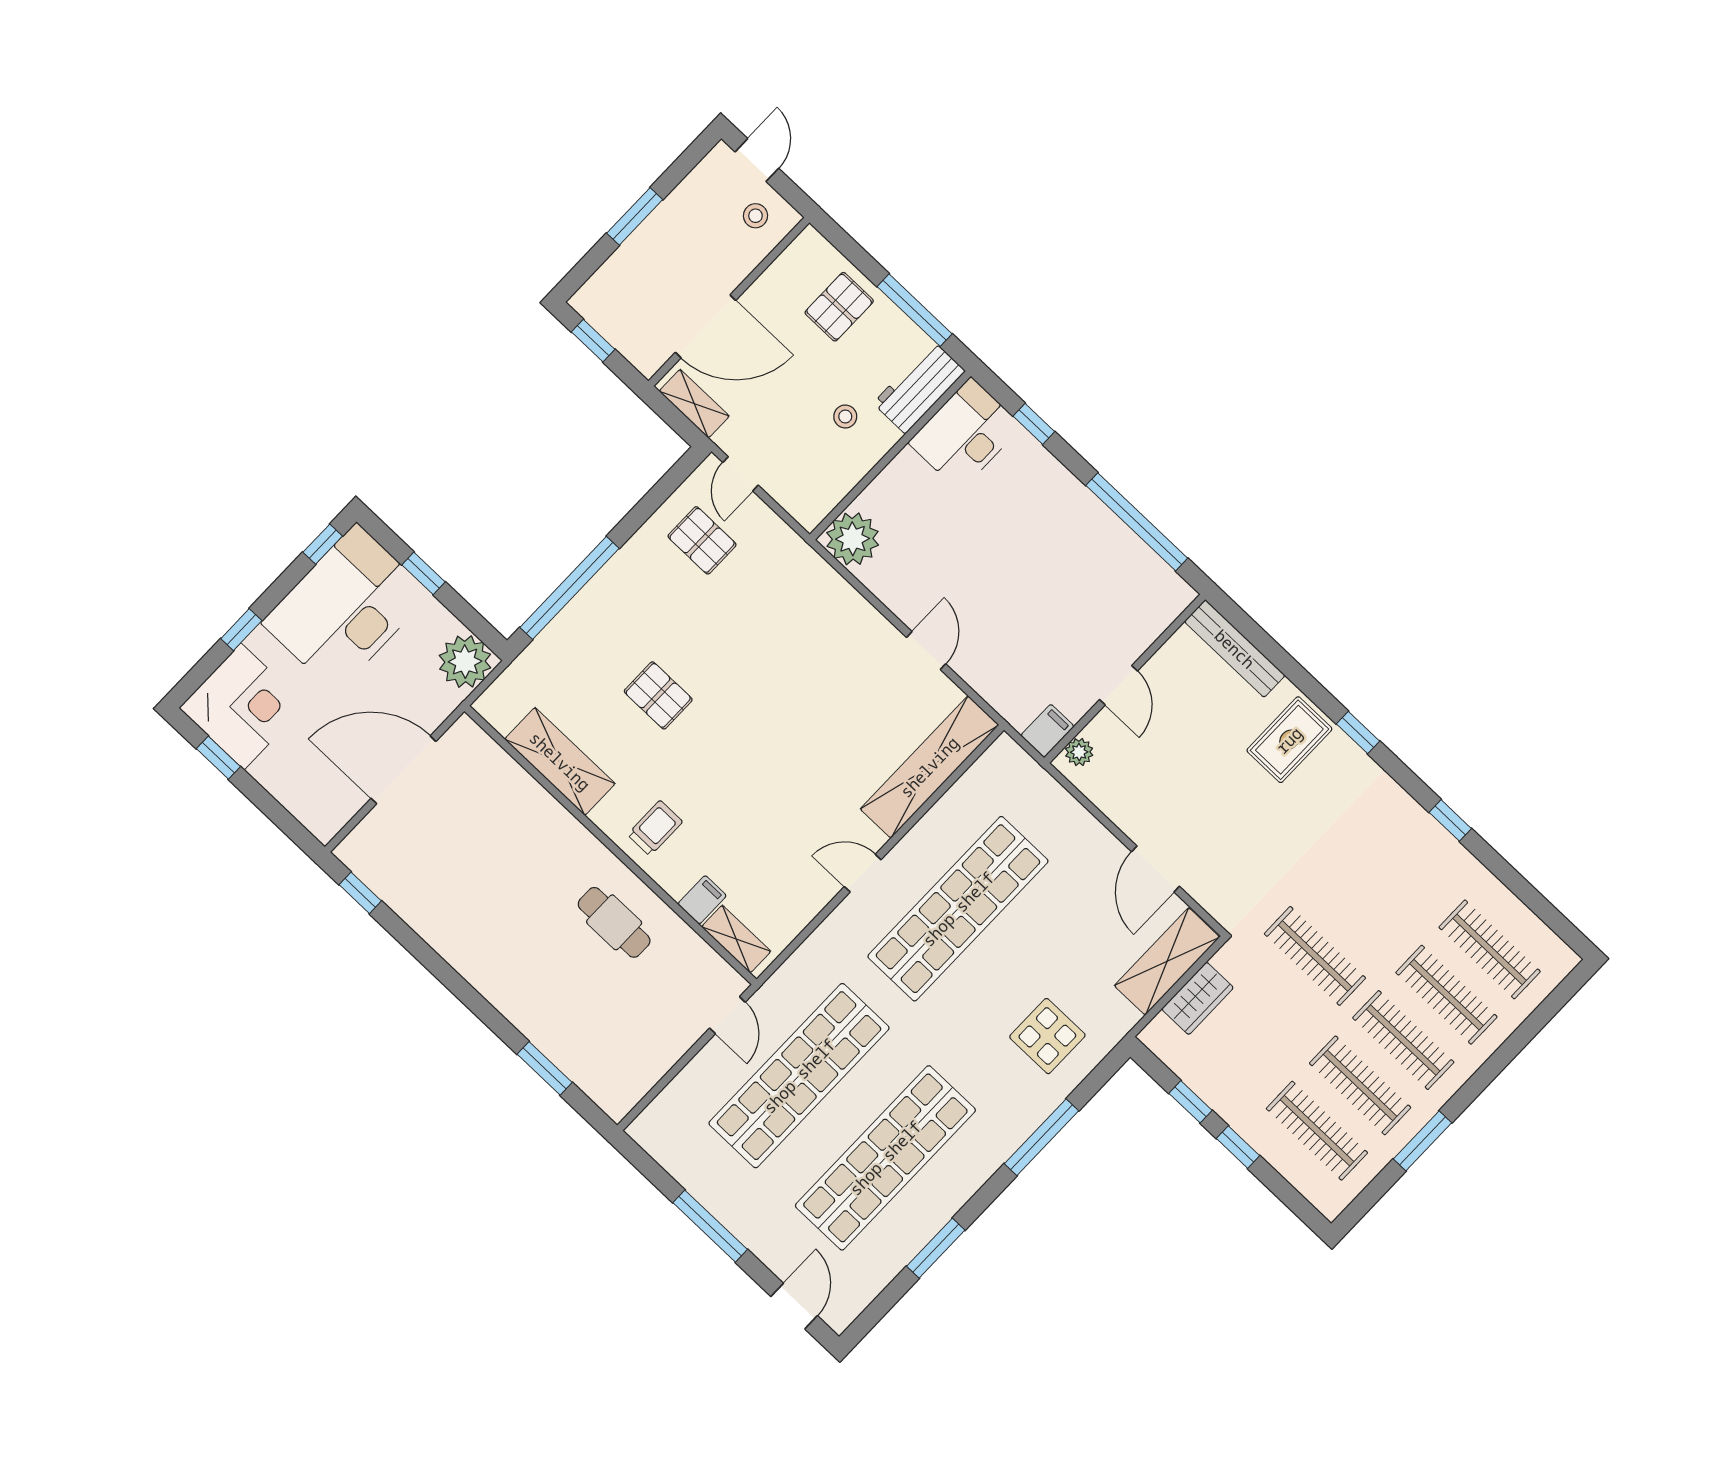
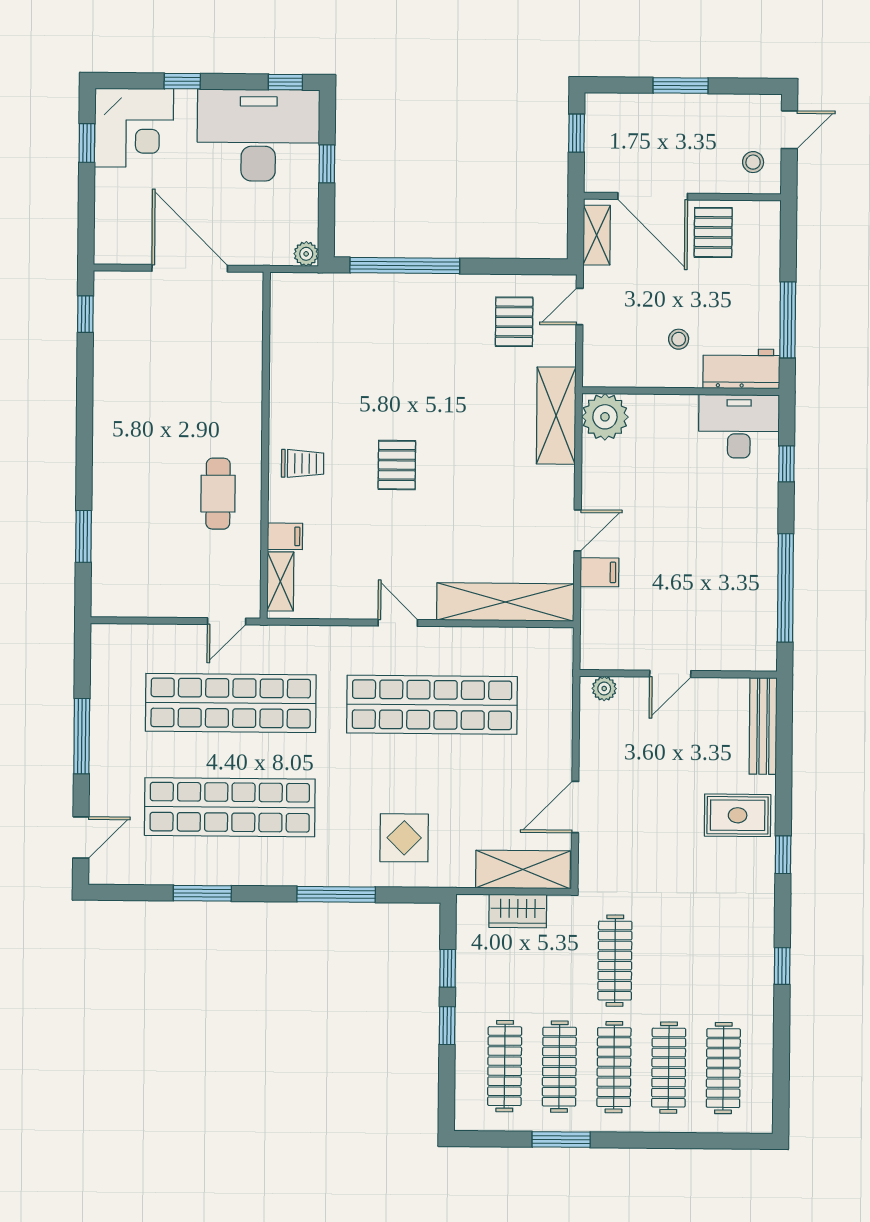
pallet: (839, 307) -> (713, 232), moved, turned 90
plant: (465, 662) -> (306, 254), width x0.53, depth x0.53
pallet: (658, 695) -> (397, 465), moved
filing cabinet: (1047, 731) -> (599, 572), moved
shelving: (560, 761) -> (556, 416), moved

